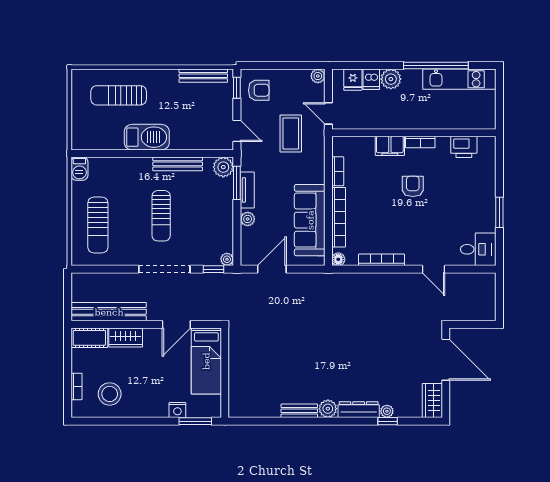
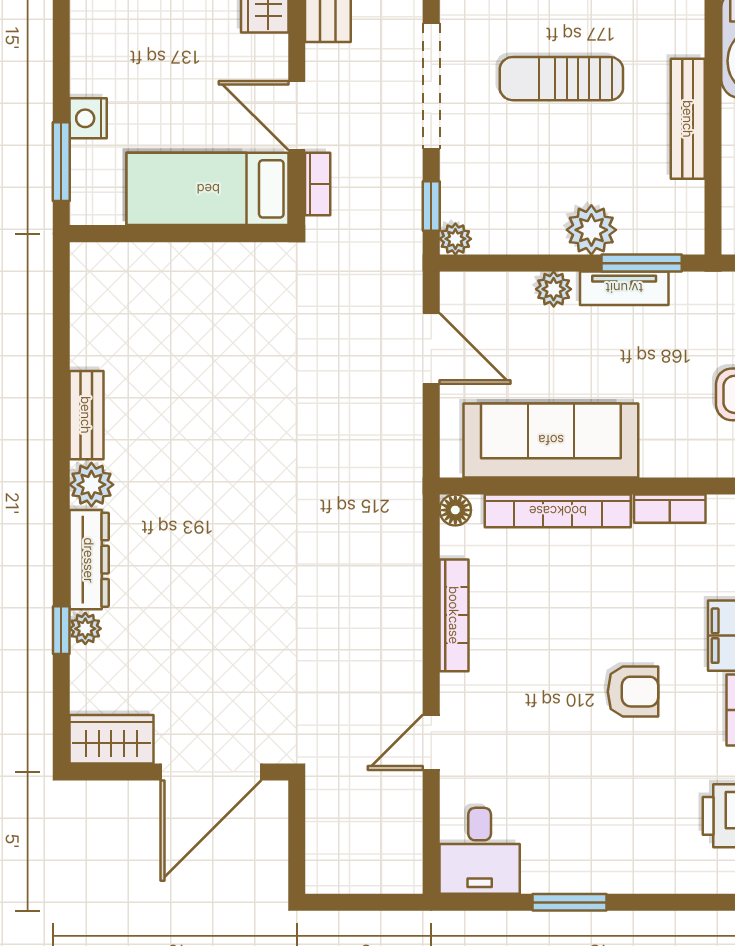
plant: (223, 167) -> (591, 230), moved
bookcase: (204, 316) -> (318, 184), added

